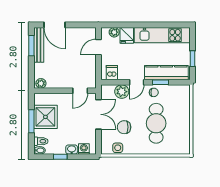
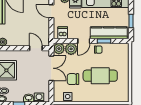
door: (98, 47) -> (51, 11), hinge flipped
door: (80, 91) -> (36, 48), swing flipped
plant: (107, 91) -> (59, 49), added
cafe table: (156, 123) -> (100, 76), turned 90

